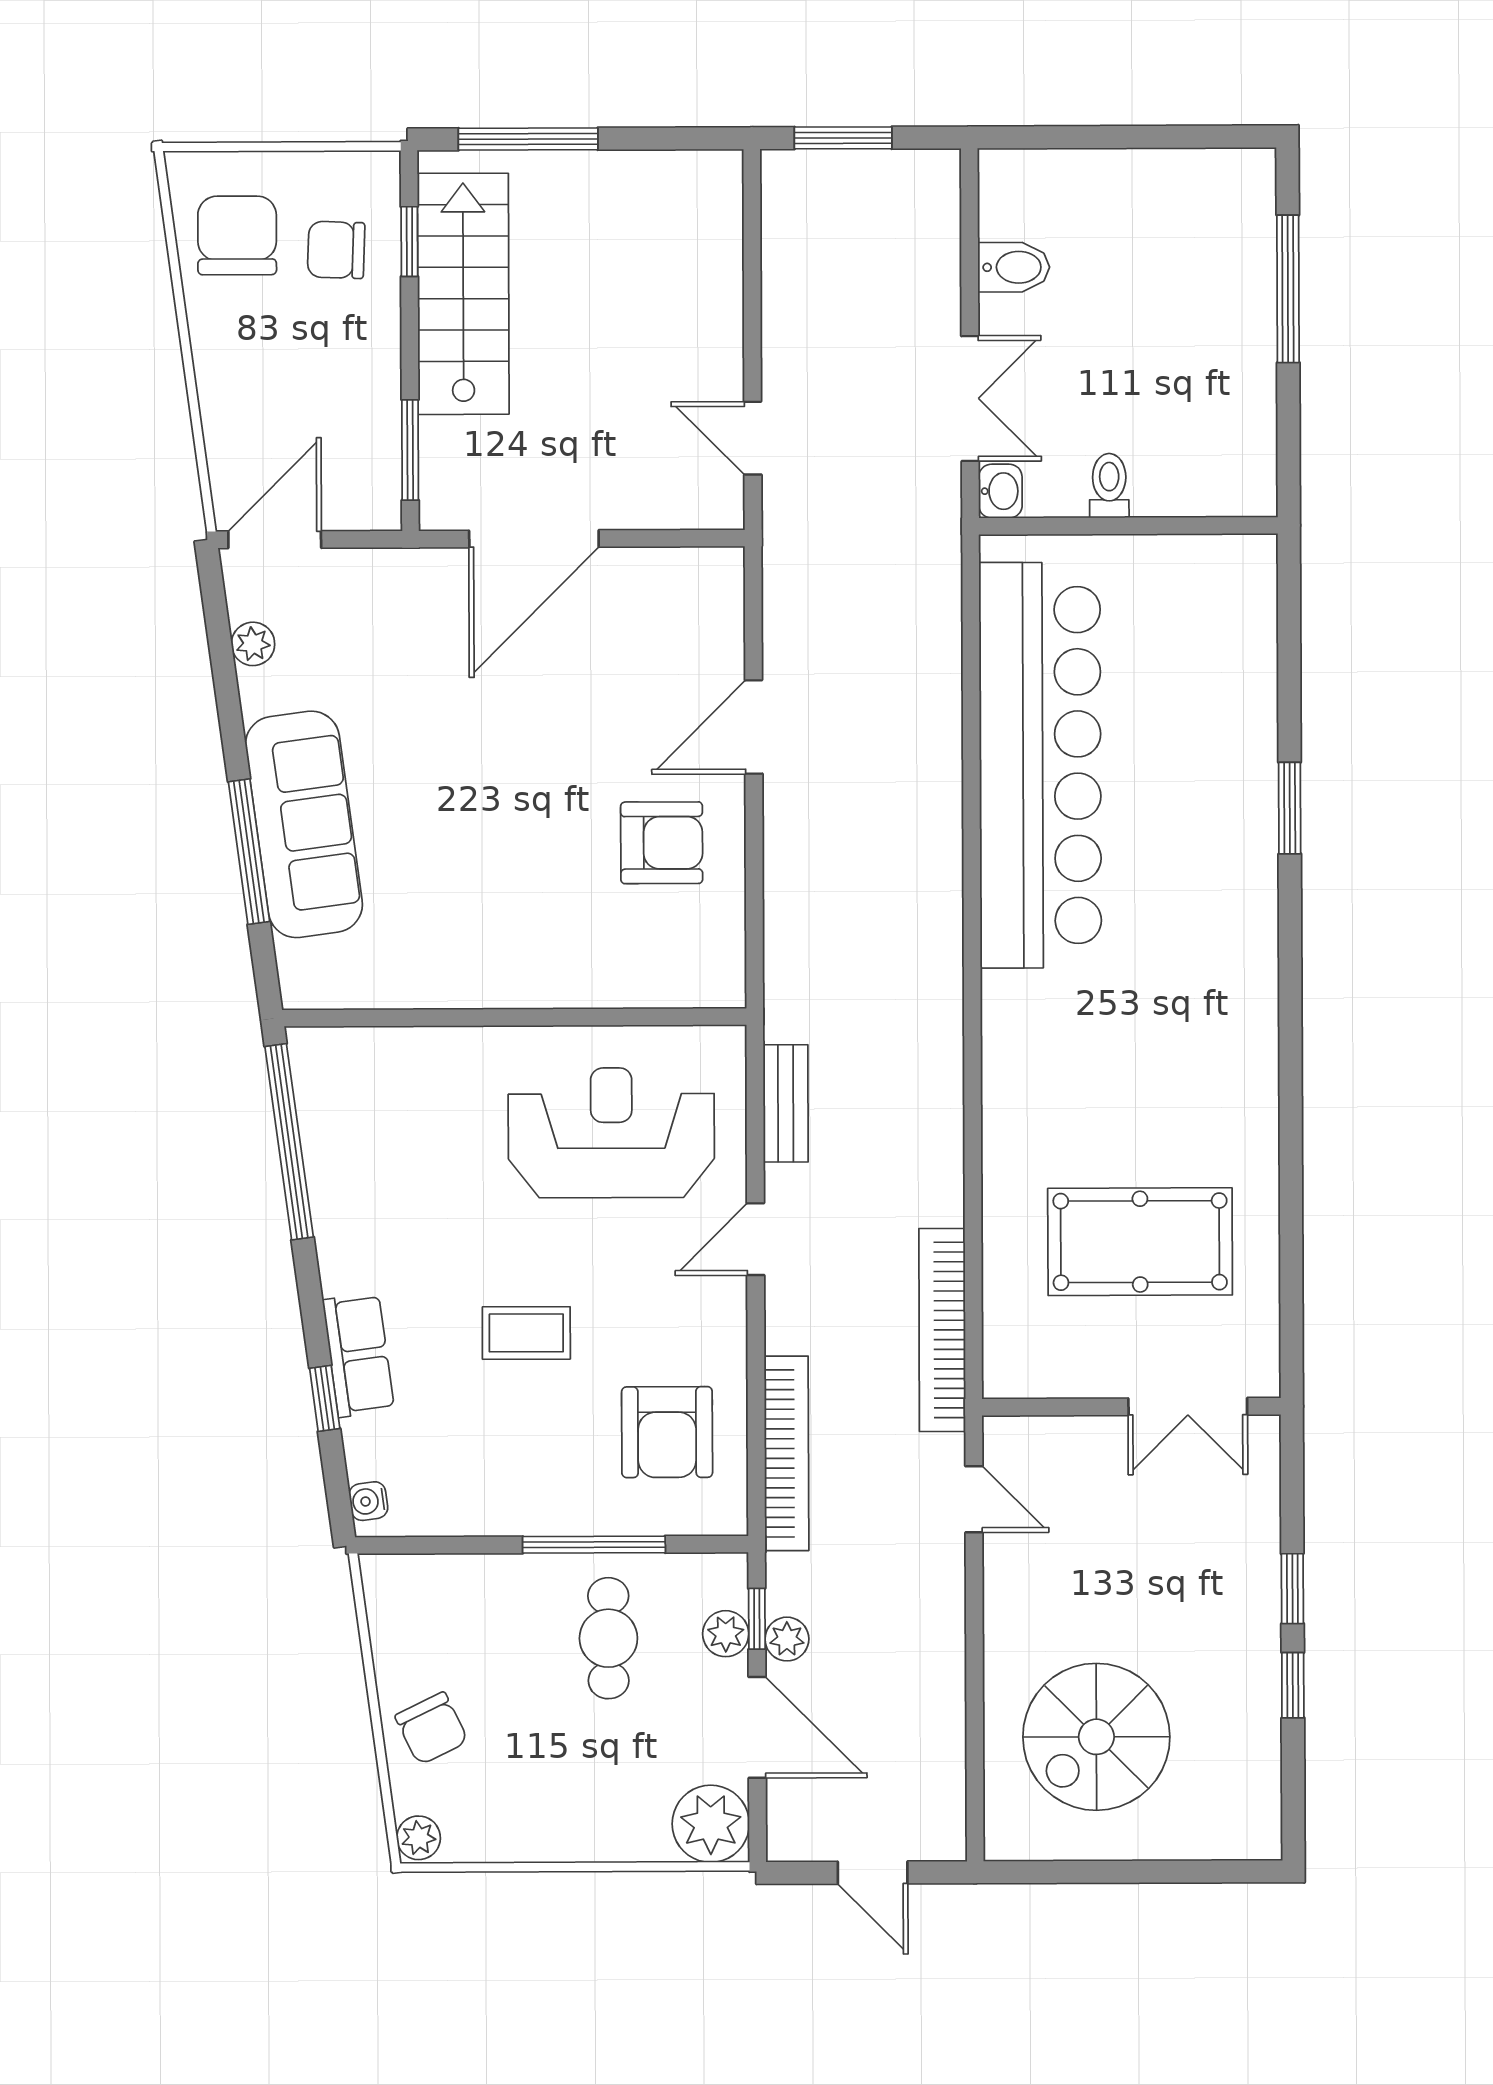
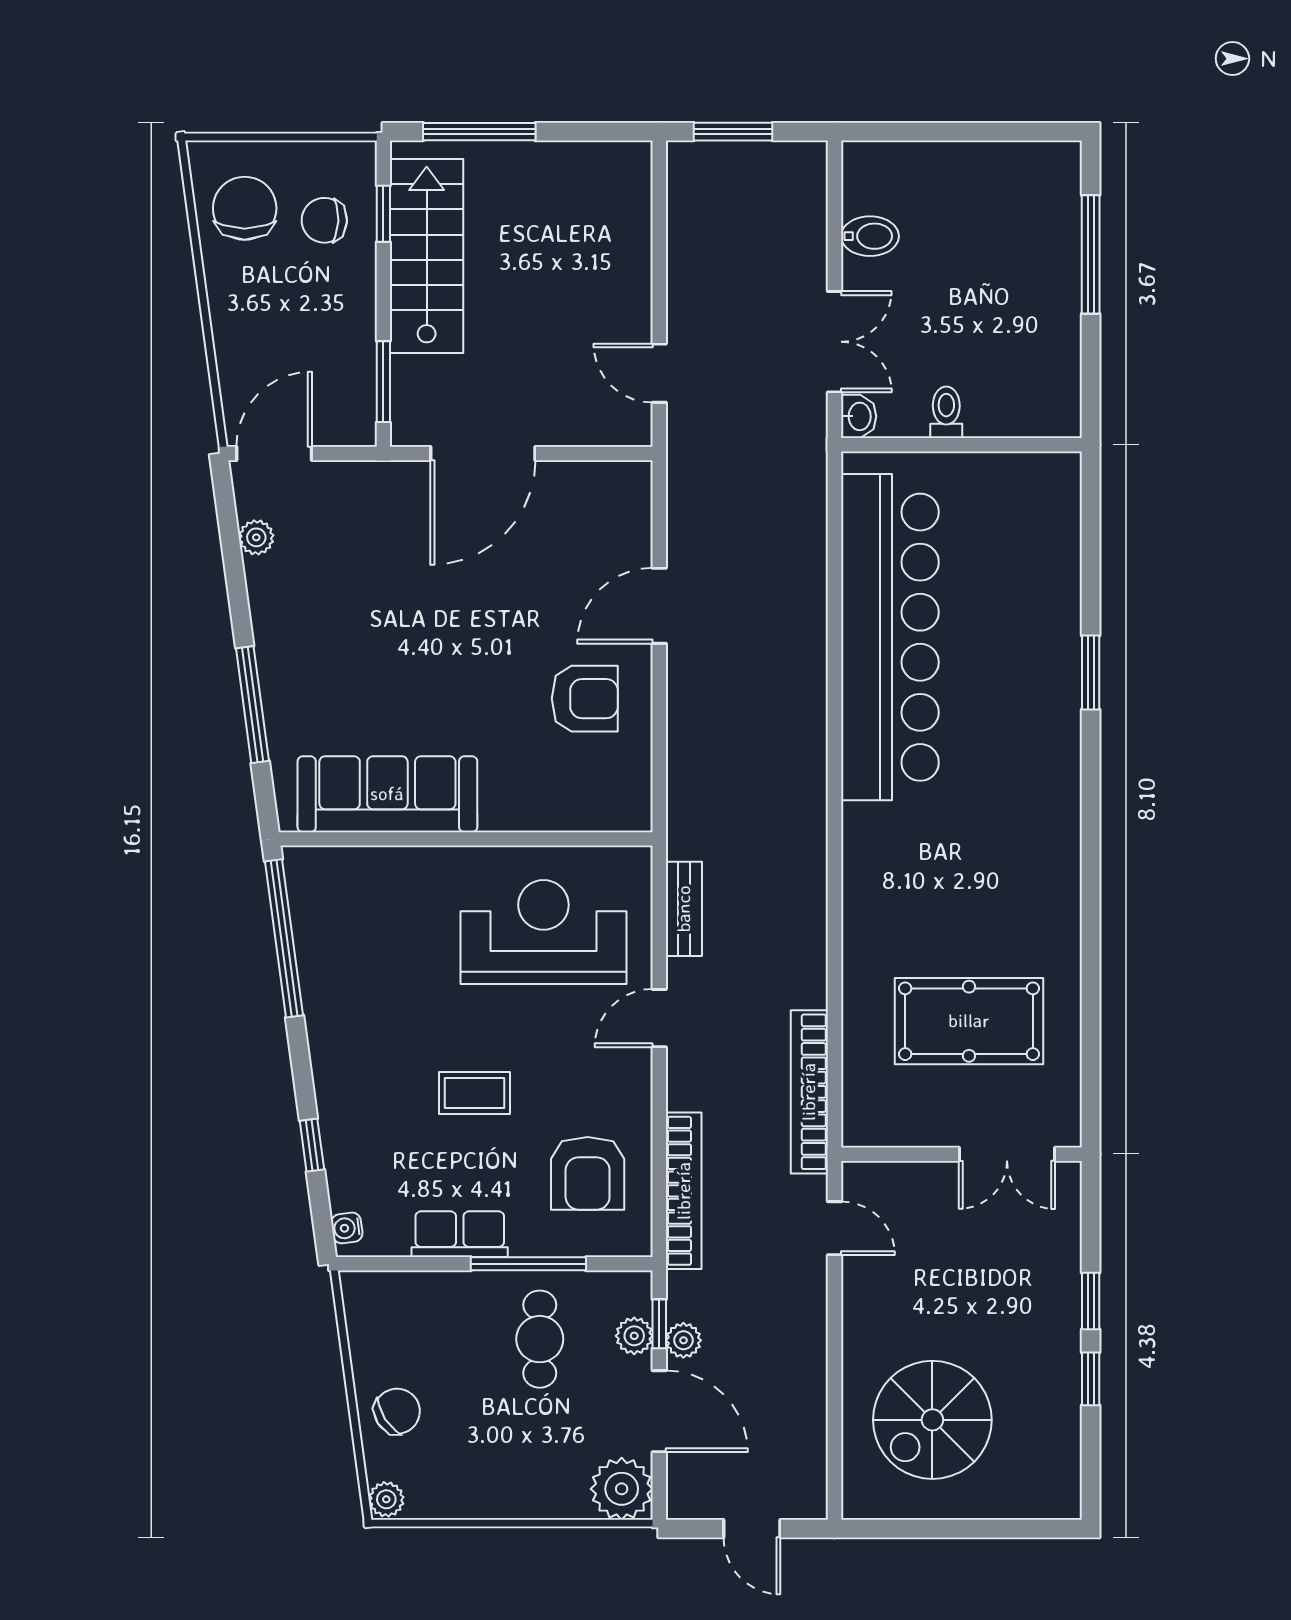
sofa: (304, 824) -> (387, 794), moved, turned -82
row of seats: (358, 1355) -> (460, 1234), moved, turned -82
chair: (432, 1728) -> (397, 1411), turned -97

